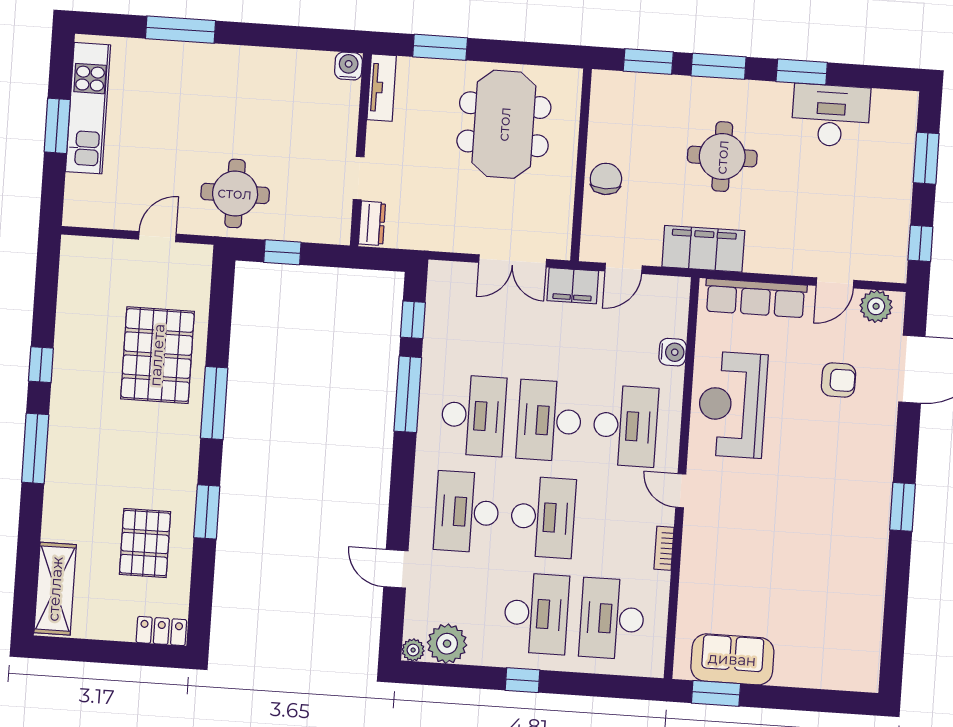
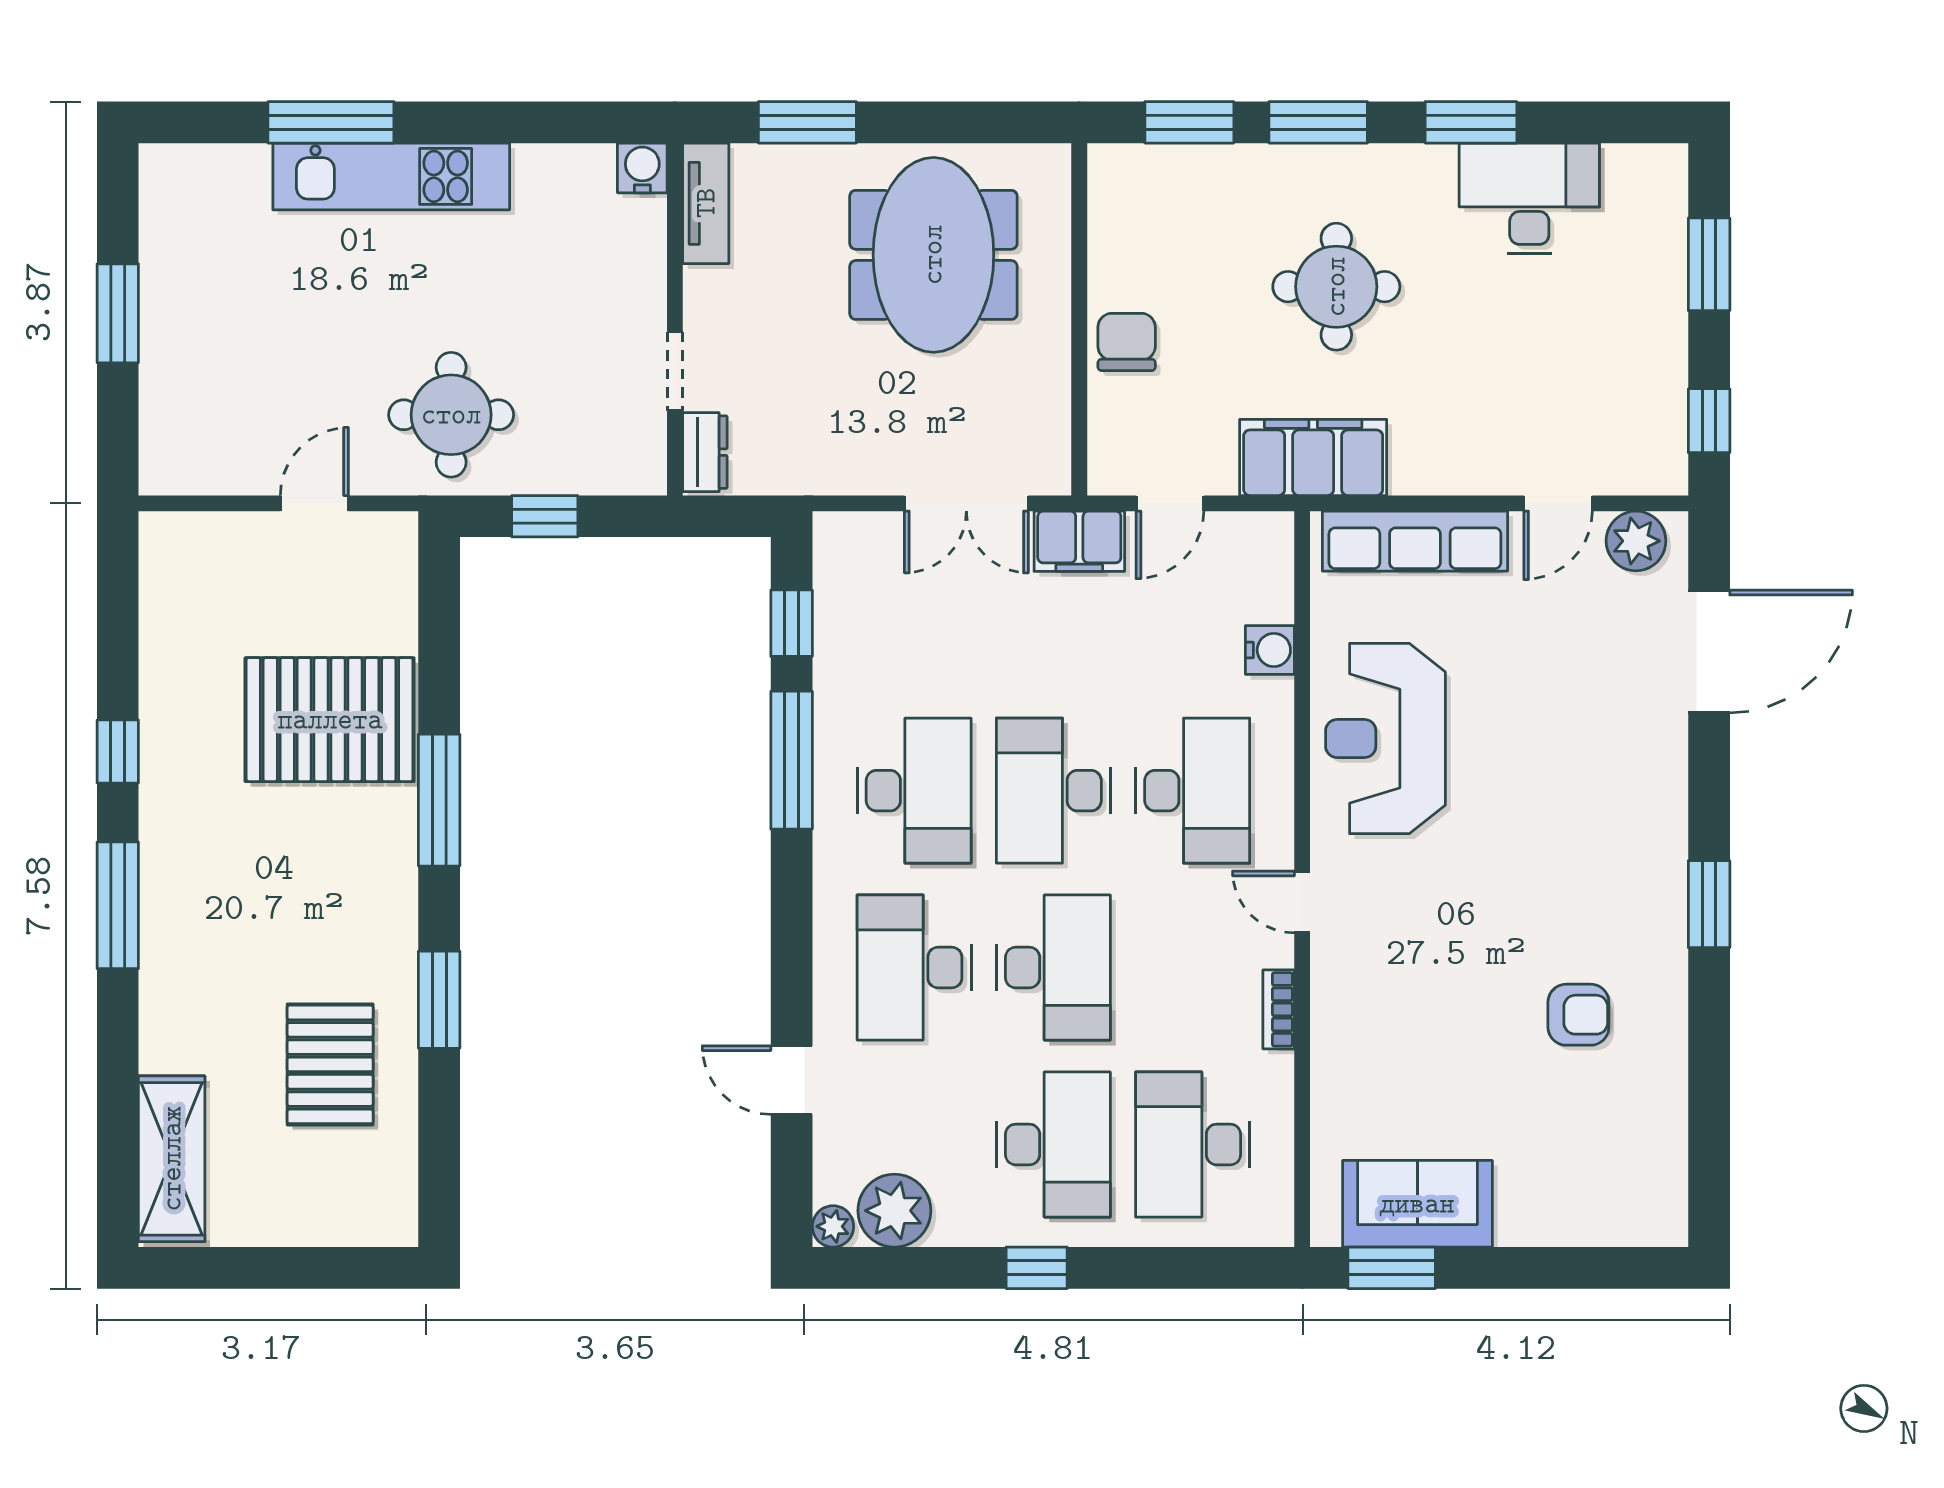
kitchen unit: (88, 108) -> (391, 176), moved, turned 90
pallet: (157, 355) -> (330, 720), turned 90
armchair: (839, 380) -> (1578, 1015), moved
locker: (161, 631) -> (371, 1223), removed

